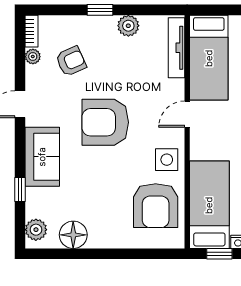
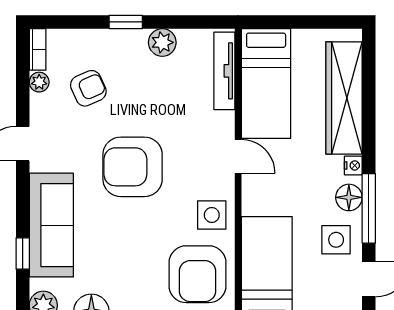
door: (187, 114) -> (238, 156), swing flipped
sofa: (42, 157) -> (51, 225), width x1.36

